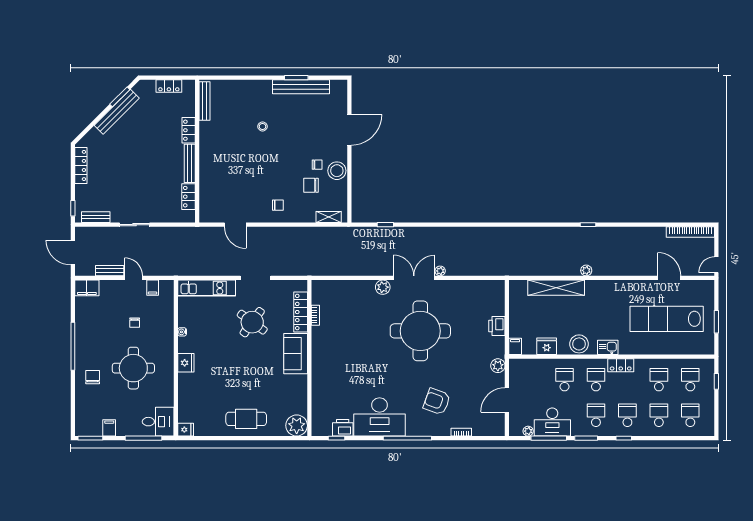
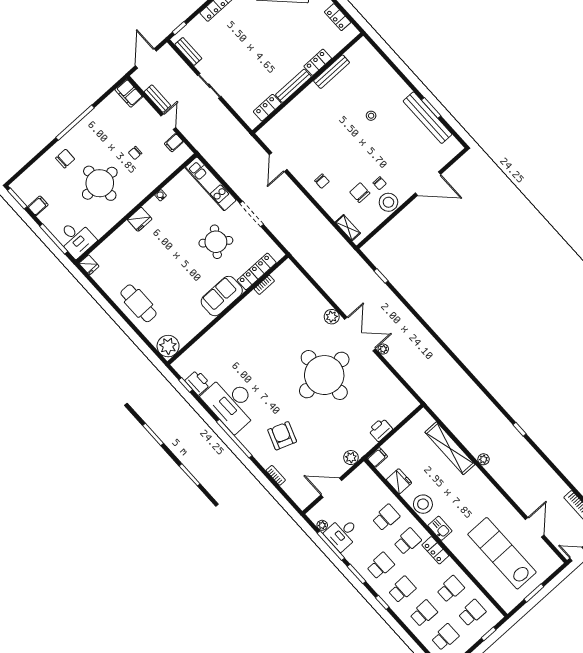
bench: (205, 101) -> (332, 72), moved
desk: (552, 422) -> (342, 534), width x0.73

